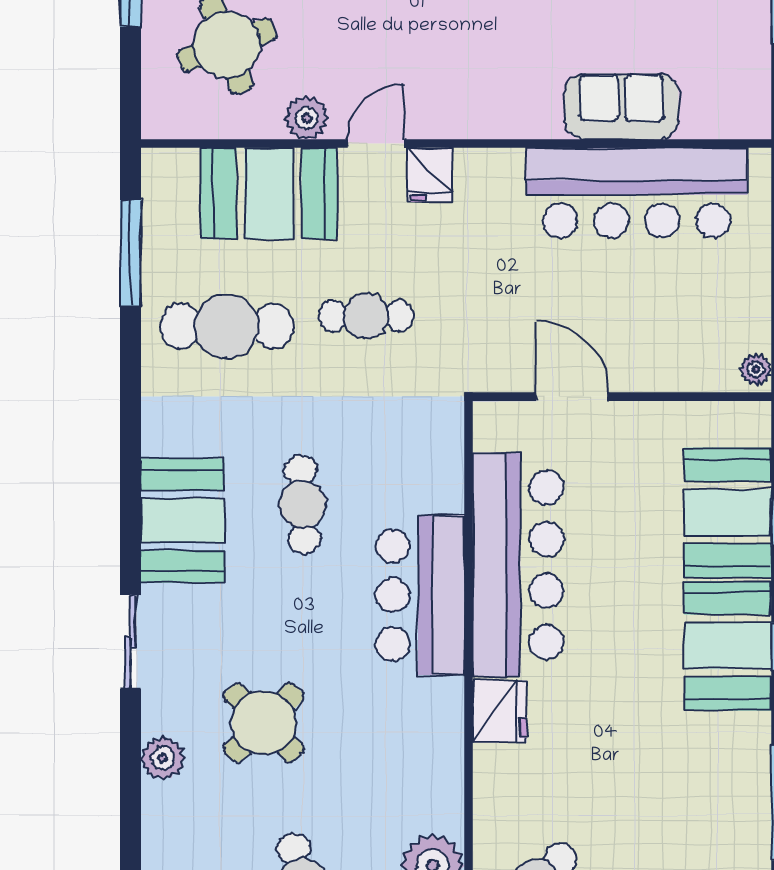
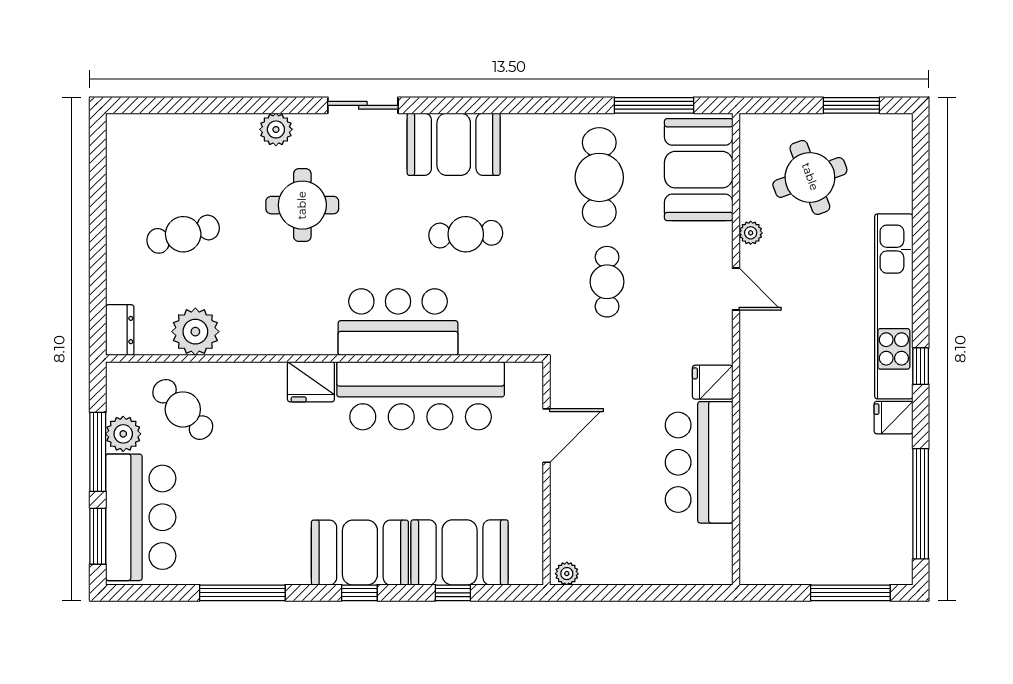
sofa: (622, 107) -> (764, 473), removed
plant: (307, 118) -> (751, 233), width x0.73, depth x0.73
fridge: (430, 175) -> (713, 382), moved
booth: (269, 193) -> (699, 170), moved
bar counter: (637, 193) -> (699, 462), width x0.73
round table: (264, 723) -> (302, 205), turned 45

